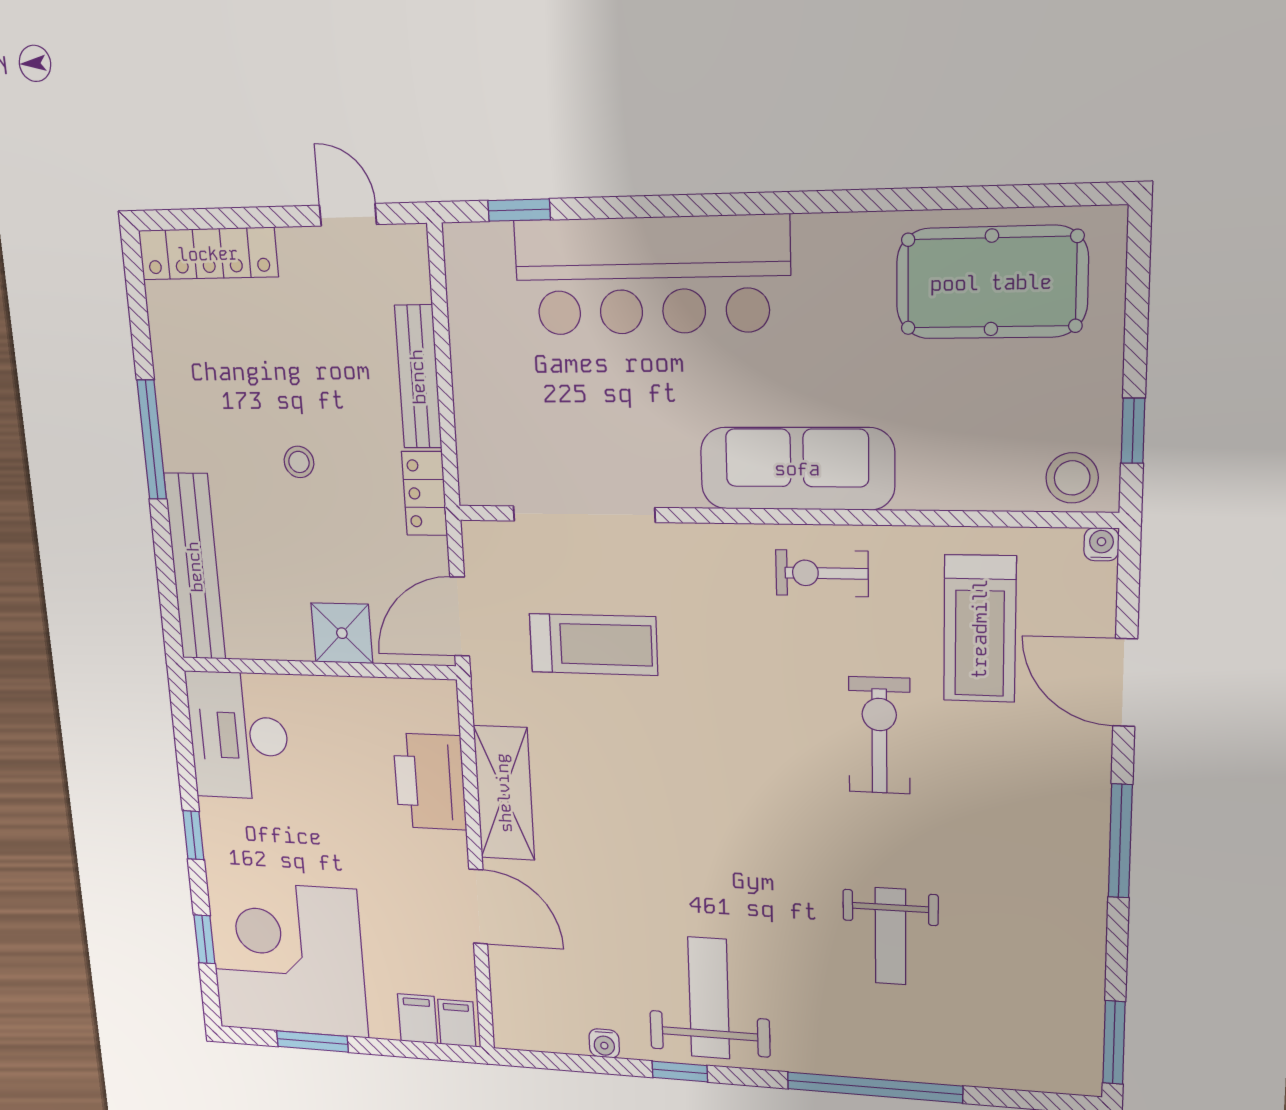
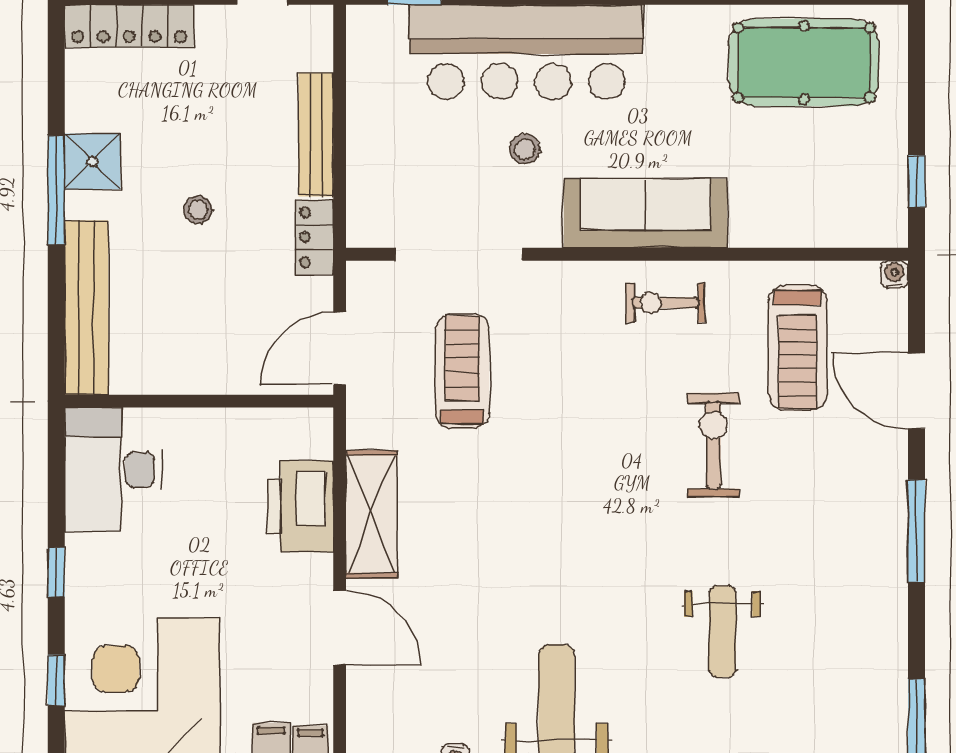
stool: (1072, 478) -> (525, 149), moved, width x0.73, depth x0.73
shower: (342, 633) -> (93, 162), moved
treadmill: (593, 644) -> (462, 371), turned -90

